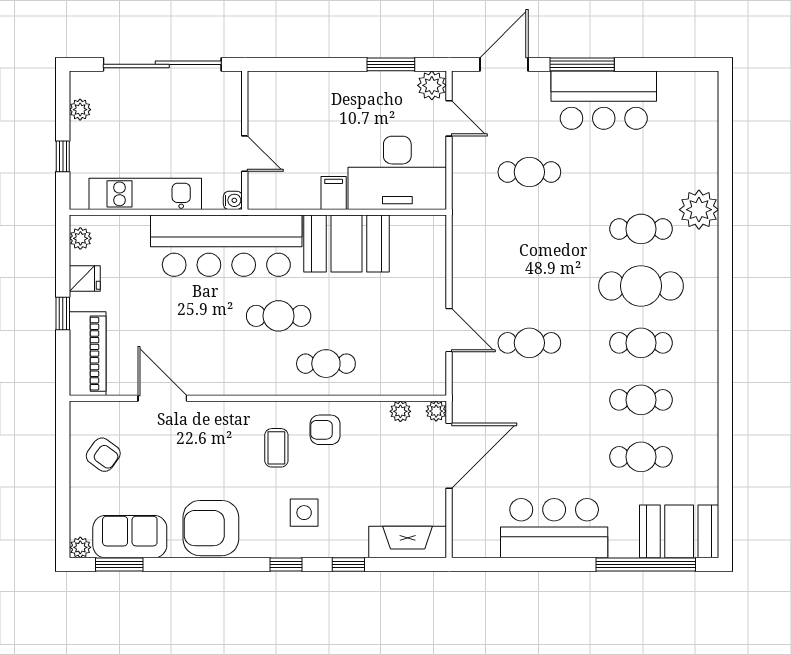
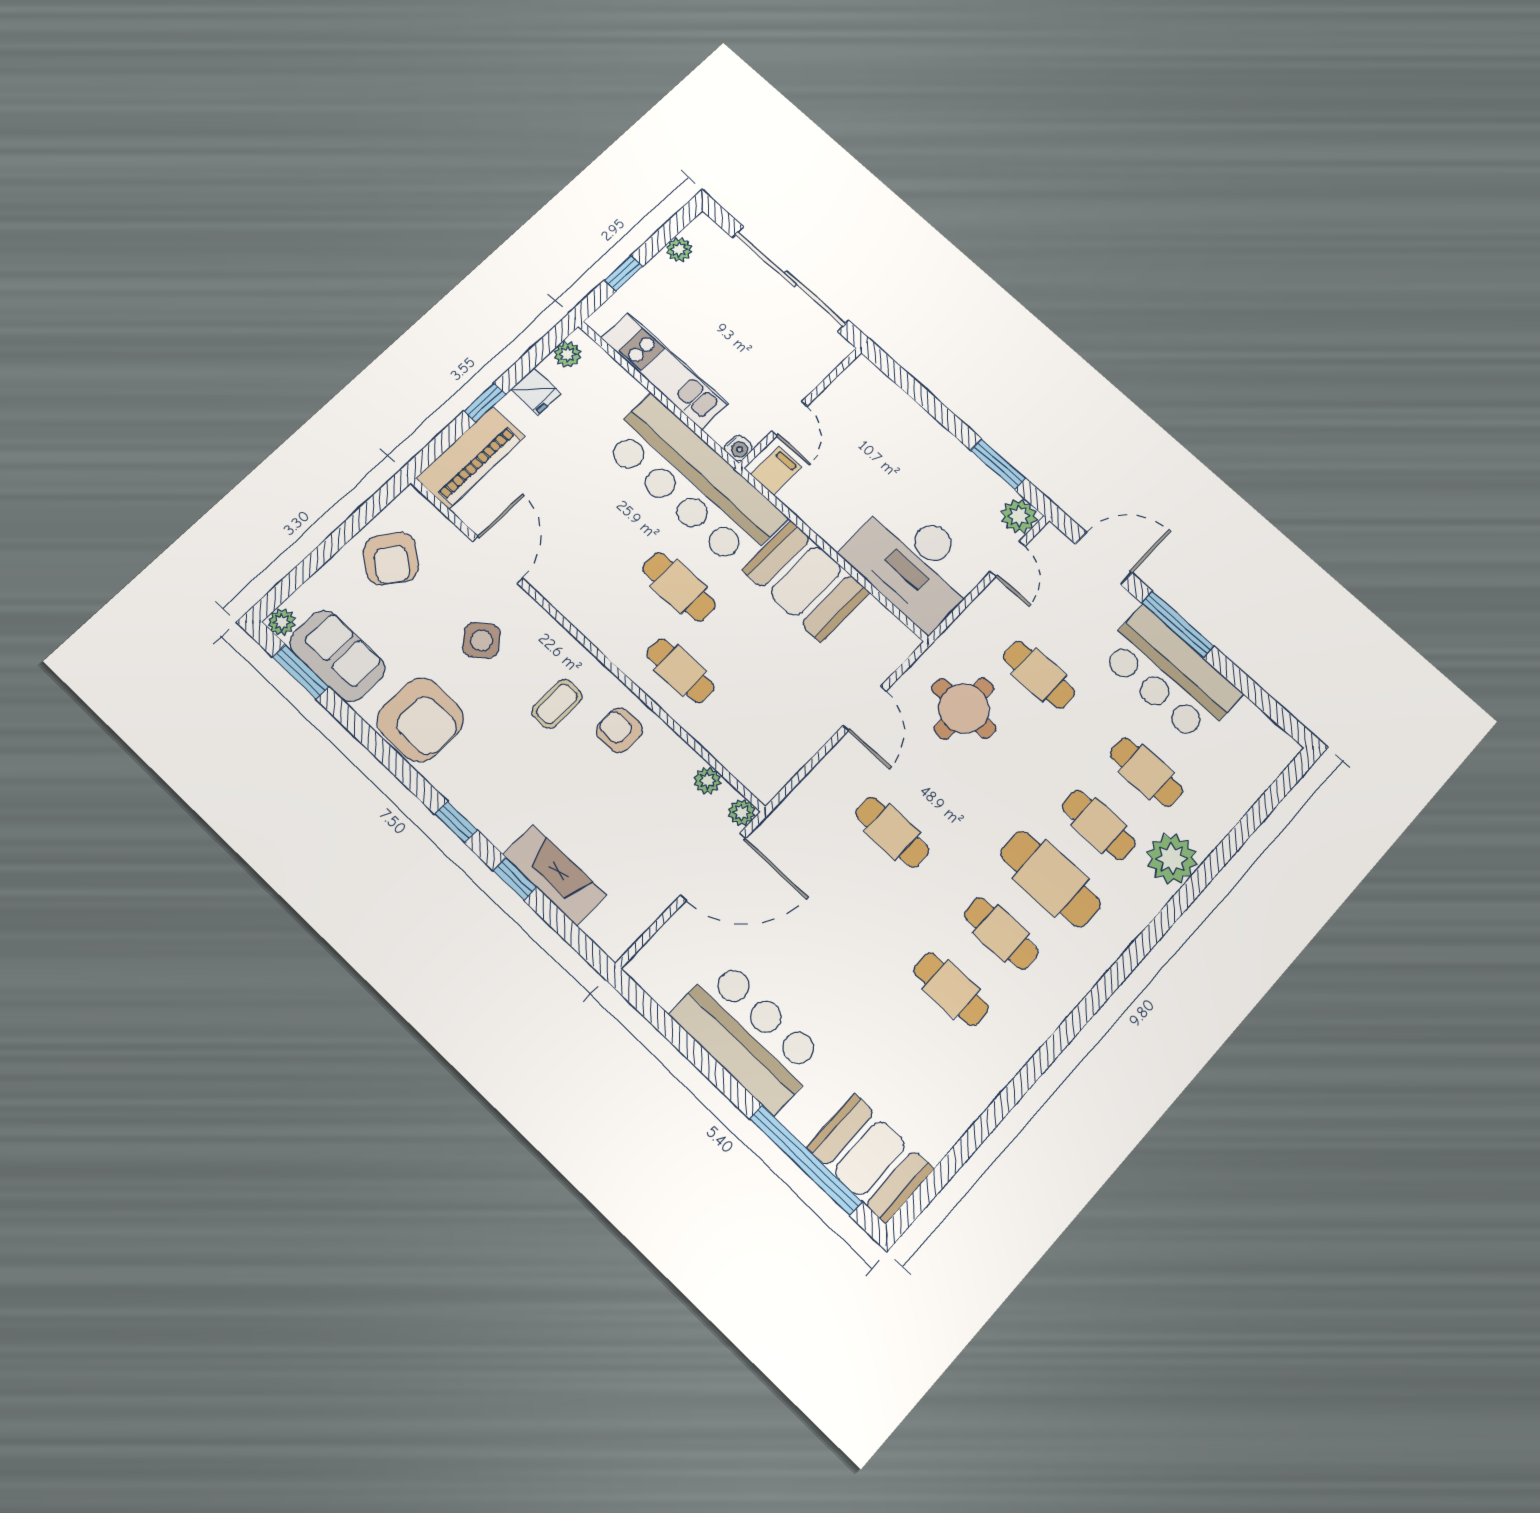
filing cabinet: (334, 193) -> (776, 471), moved
round table: (505, 233) -> (964, 708), added
door: (449, 330) -> (865, 708), moved
armchair: (103, 455) -> (391, 559), width x1.38, depth x1.38
cafe table: (641, 457) -> (1146, 772), moved
side table: (304, 513) -> (481, 640), moved, turned -38
armchair: (211, 528) -> (420, 720), turned 180
fireplace: (408, 542) -> (555, 875), moved

